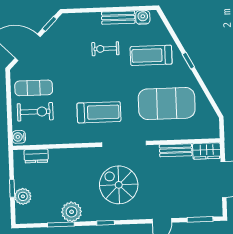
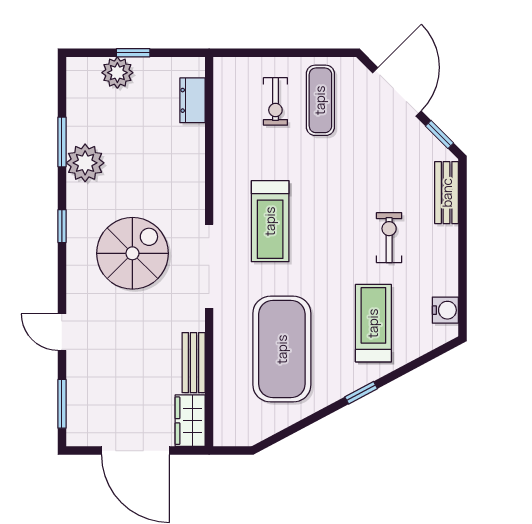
bench: (118, 18) -> (447, 193), moved
exercise bike: (35, 112) -> (275, 101), width x0.73, depth x0.72
water cooler: (19, 137) -> (229, 69), removed

